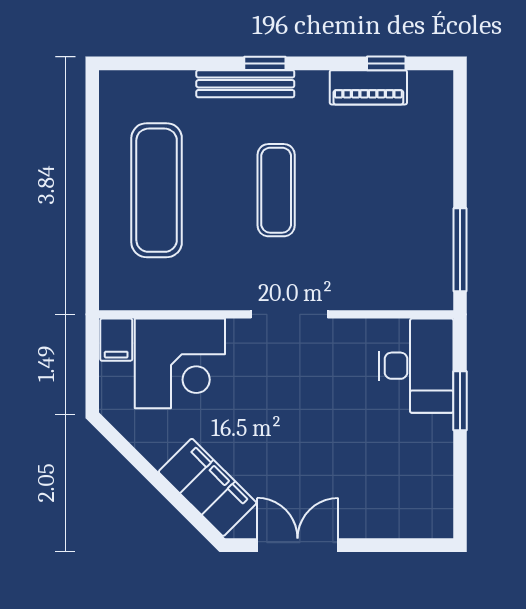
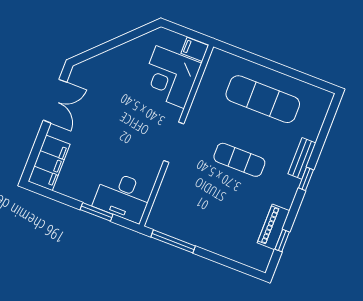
bench: (245, 84) -> (302, 158), width x0.73
filing cabinet: (208, 487) -> (49, 163), moved, turned -45

